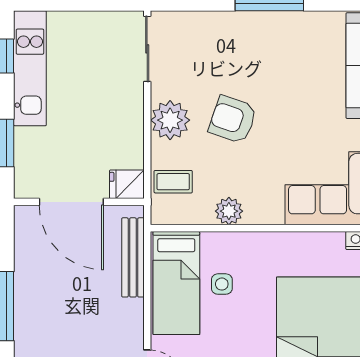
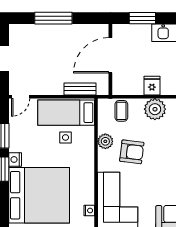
armchair: (233, 119) -> (132, 152), moved, turned 78
fridge: (127, 184) -> (152, 86), moved
bench: (133, 257) -> (80, 89), width x0.73

